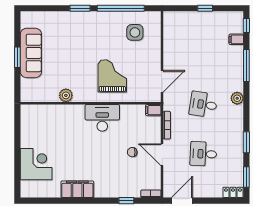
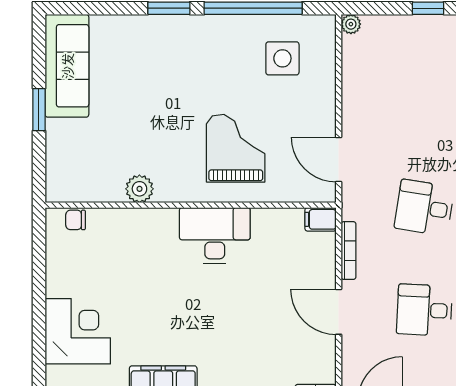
plant: (168, 16) -> (351, 24), added
sofa: (31, 53) -> (67, 66), moved
door: (162, 81) -> (339, 160), swing flipped
chair: (132, 152) -> (76, 220), moved

